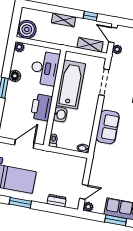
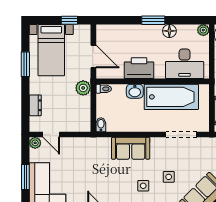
plant: (49, 158) -> (83, 88), added

